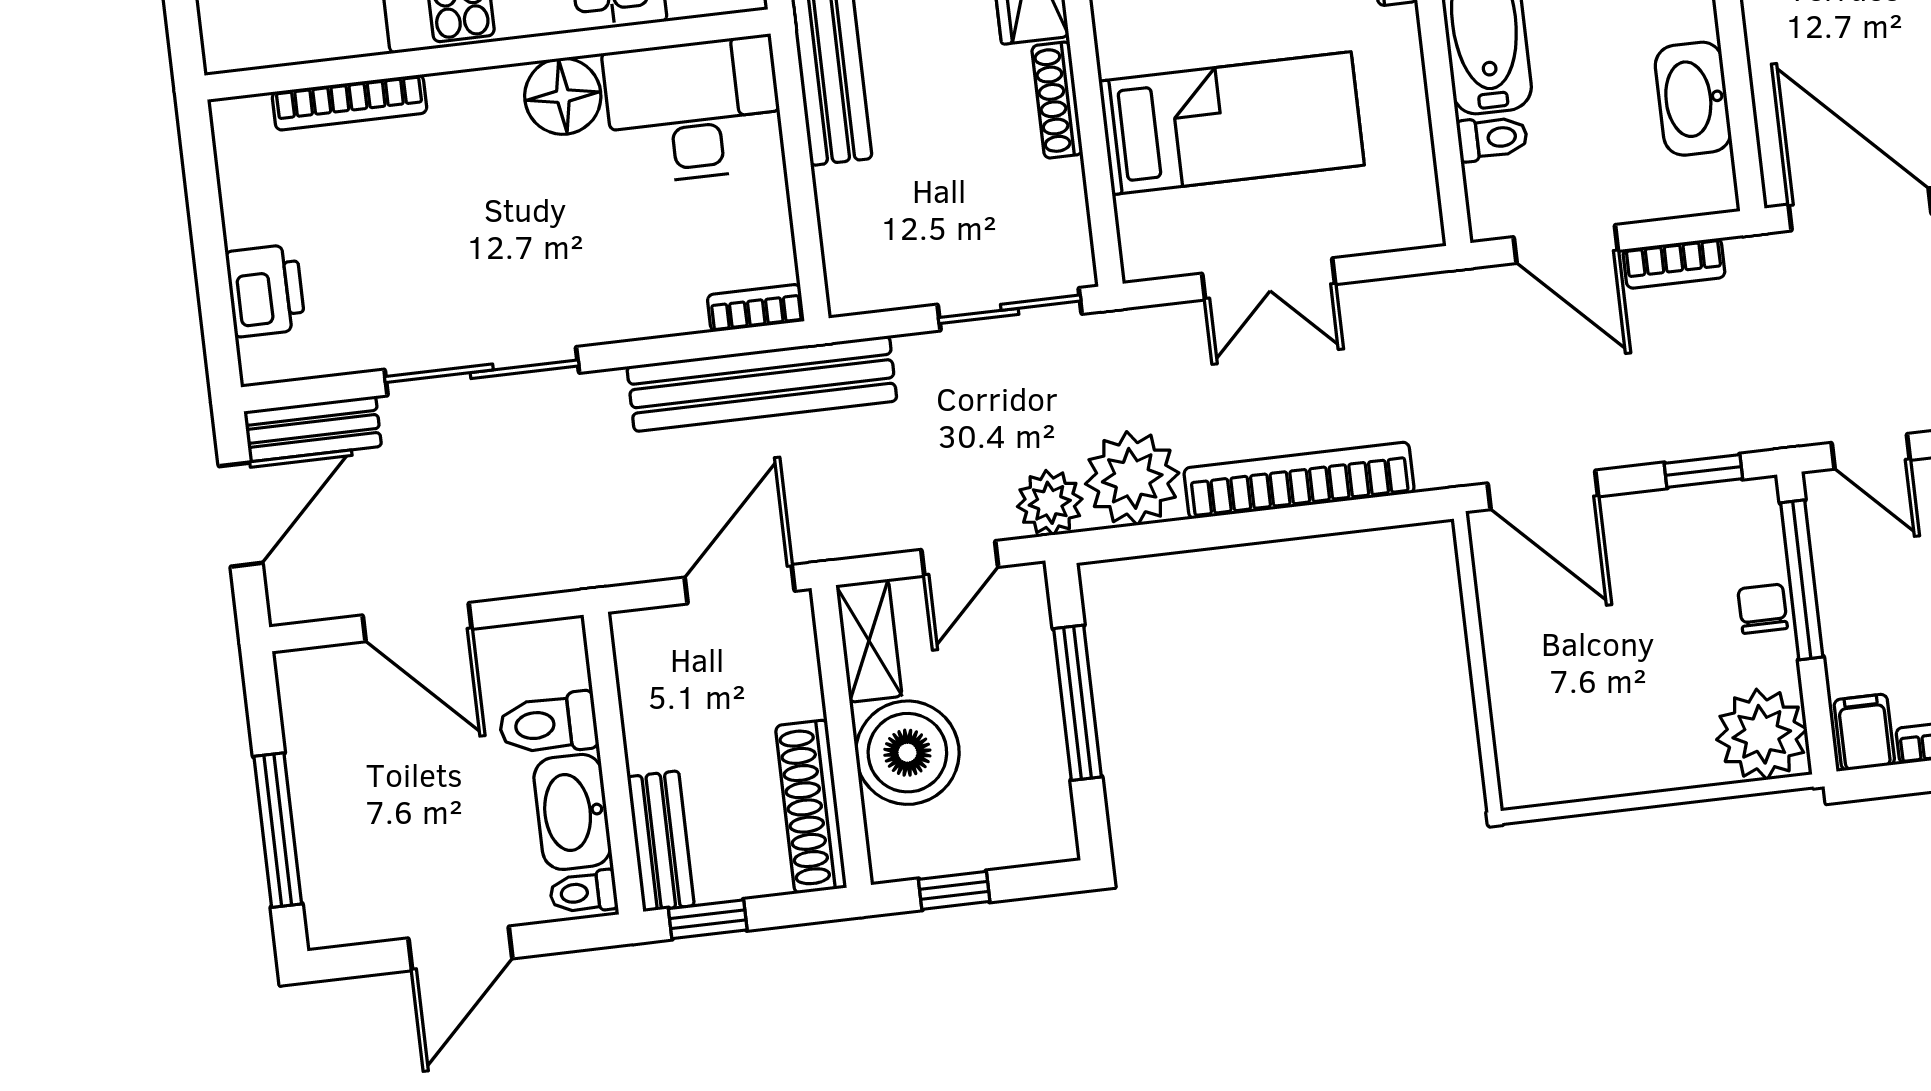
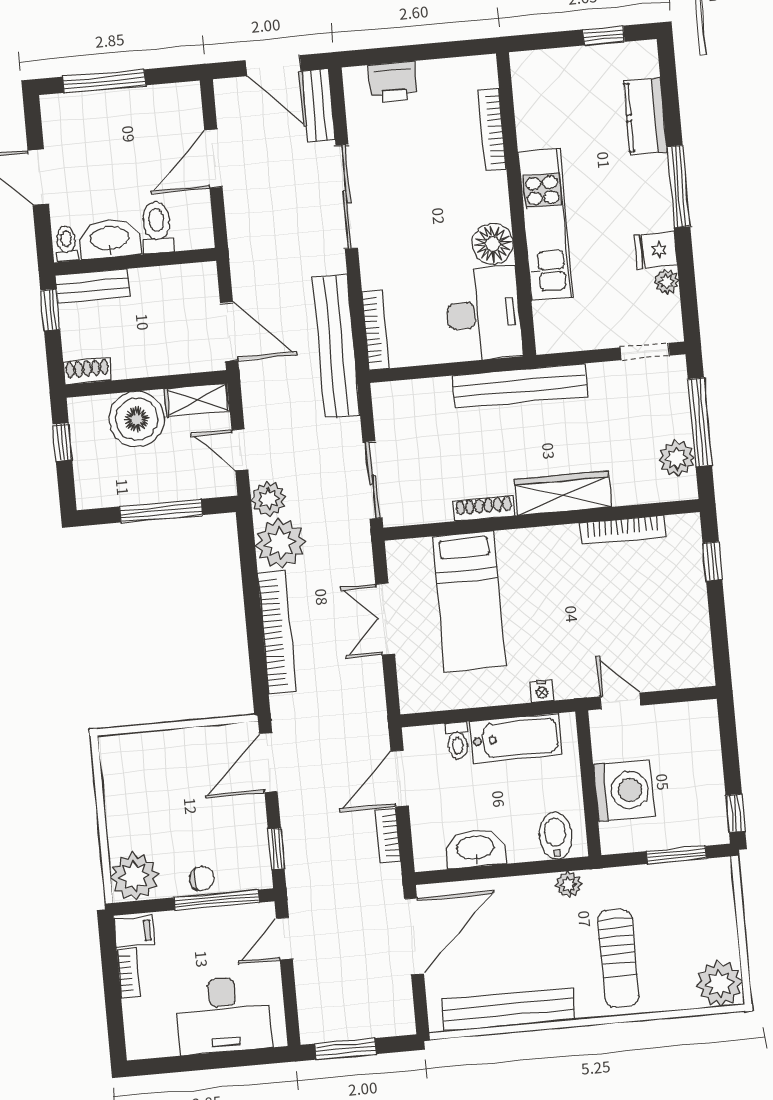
bookcase: (756, 308) -> (375, 330), width x1.56
shoe rack: (811, 807) -> (87, 371), width x0.51, depth x0.81

